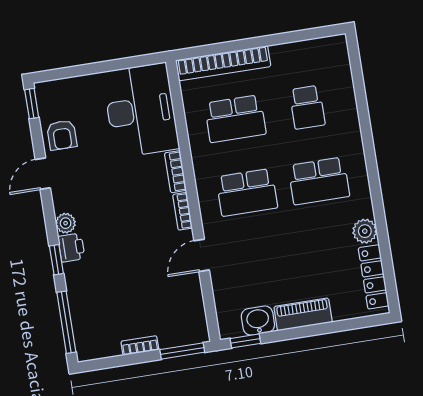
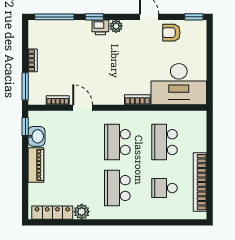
bookcase: (223, 63) -> (200, 182), moved
bookcase: (183, 211) -> (58, 100), moved

